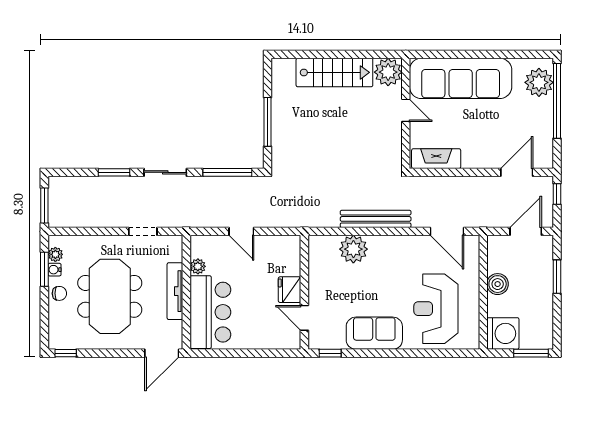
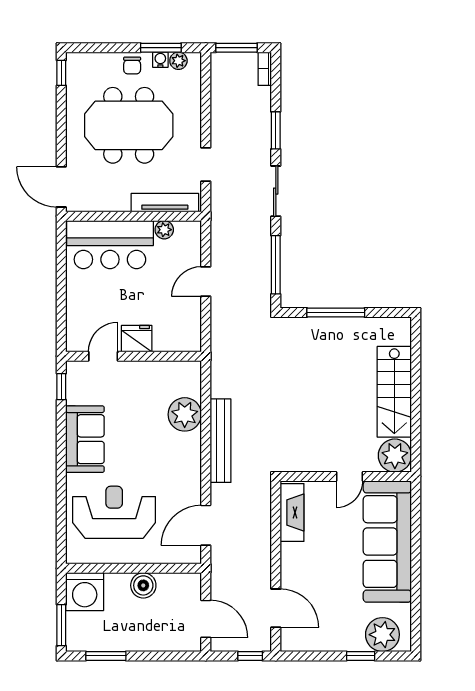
window: (557, 101) -> (361, 656), width x0.32
bookcase: (62, 182) -> (265, 69), added
window: (557, 277) -> (106, 656), moved
tv unit: (175, 291) -> (165, 203), moved

